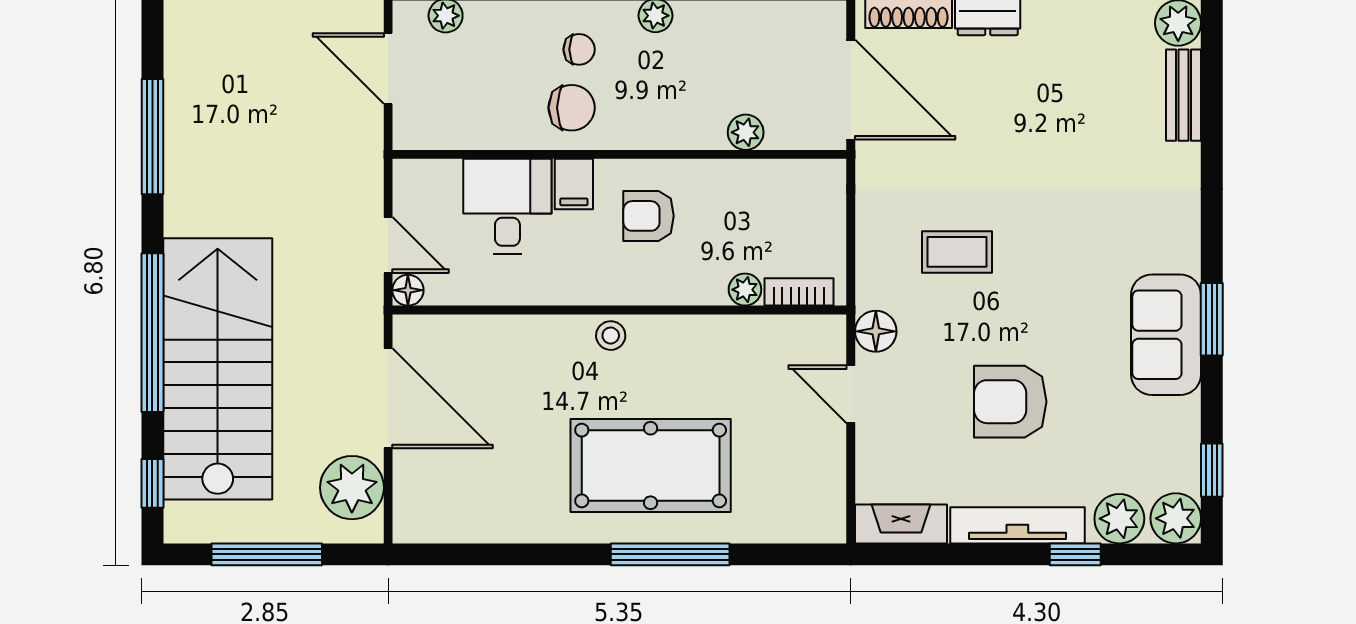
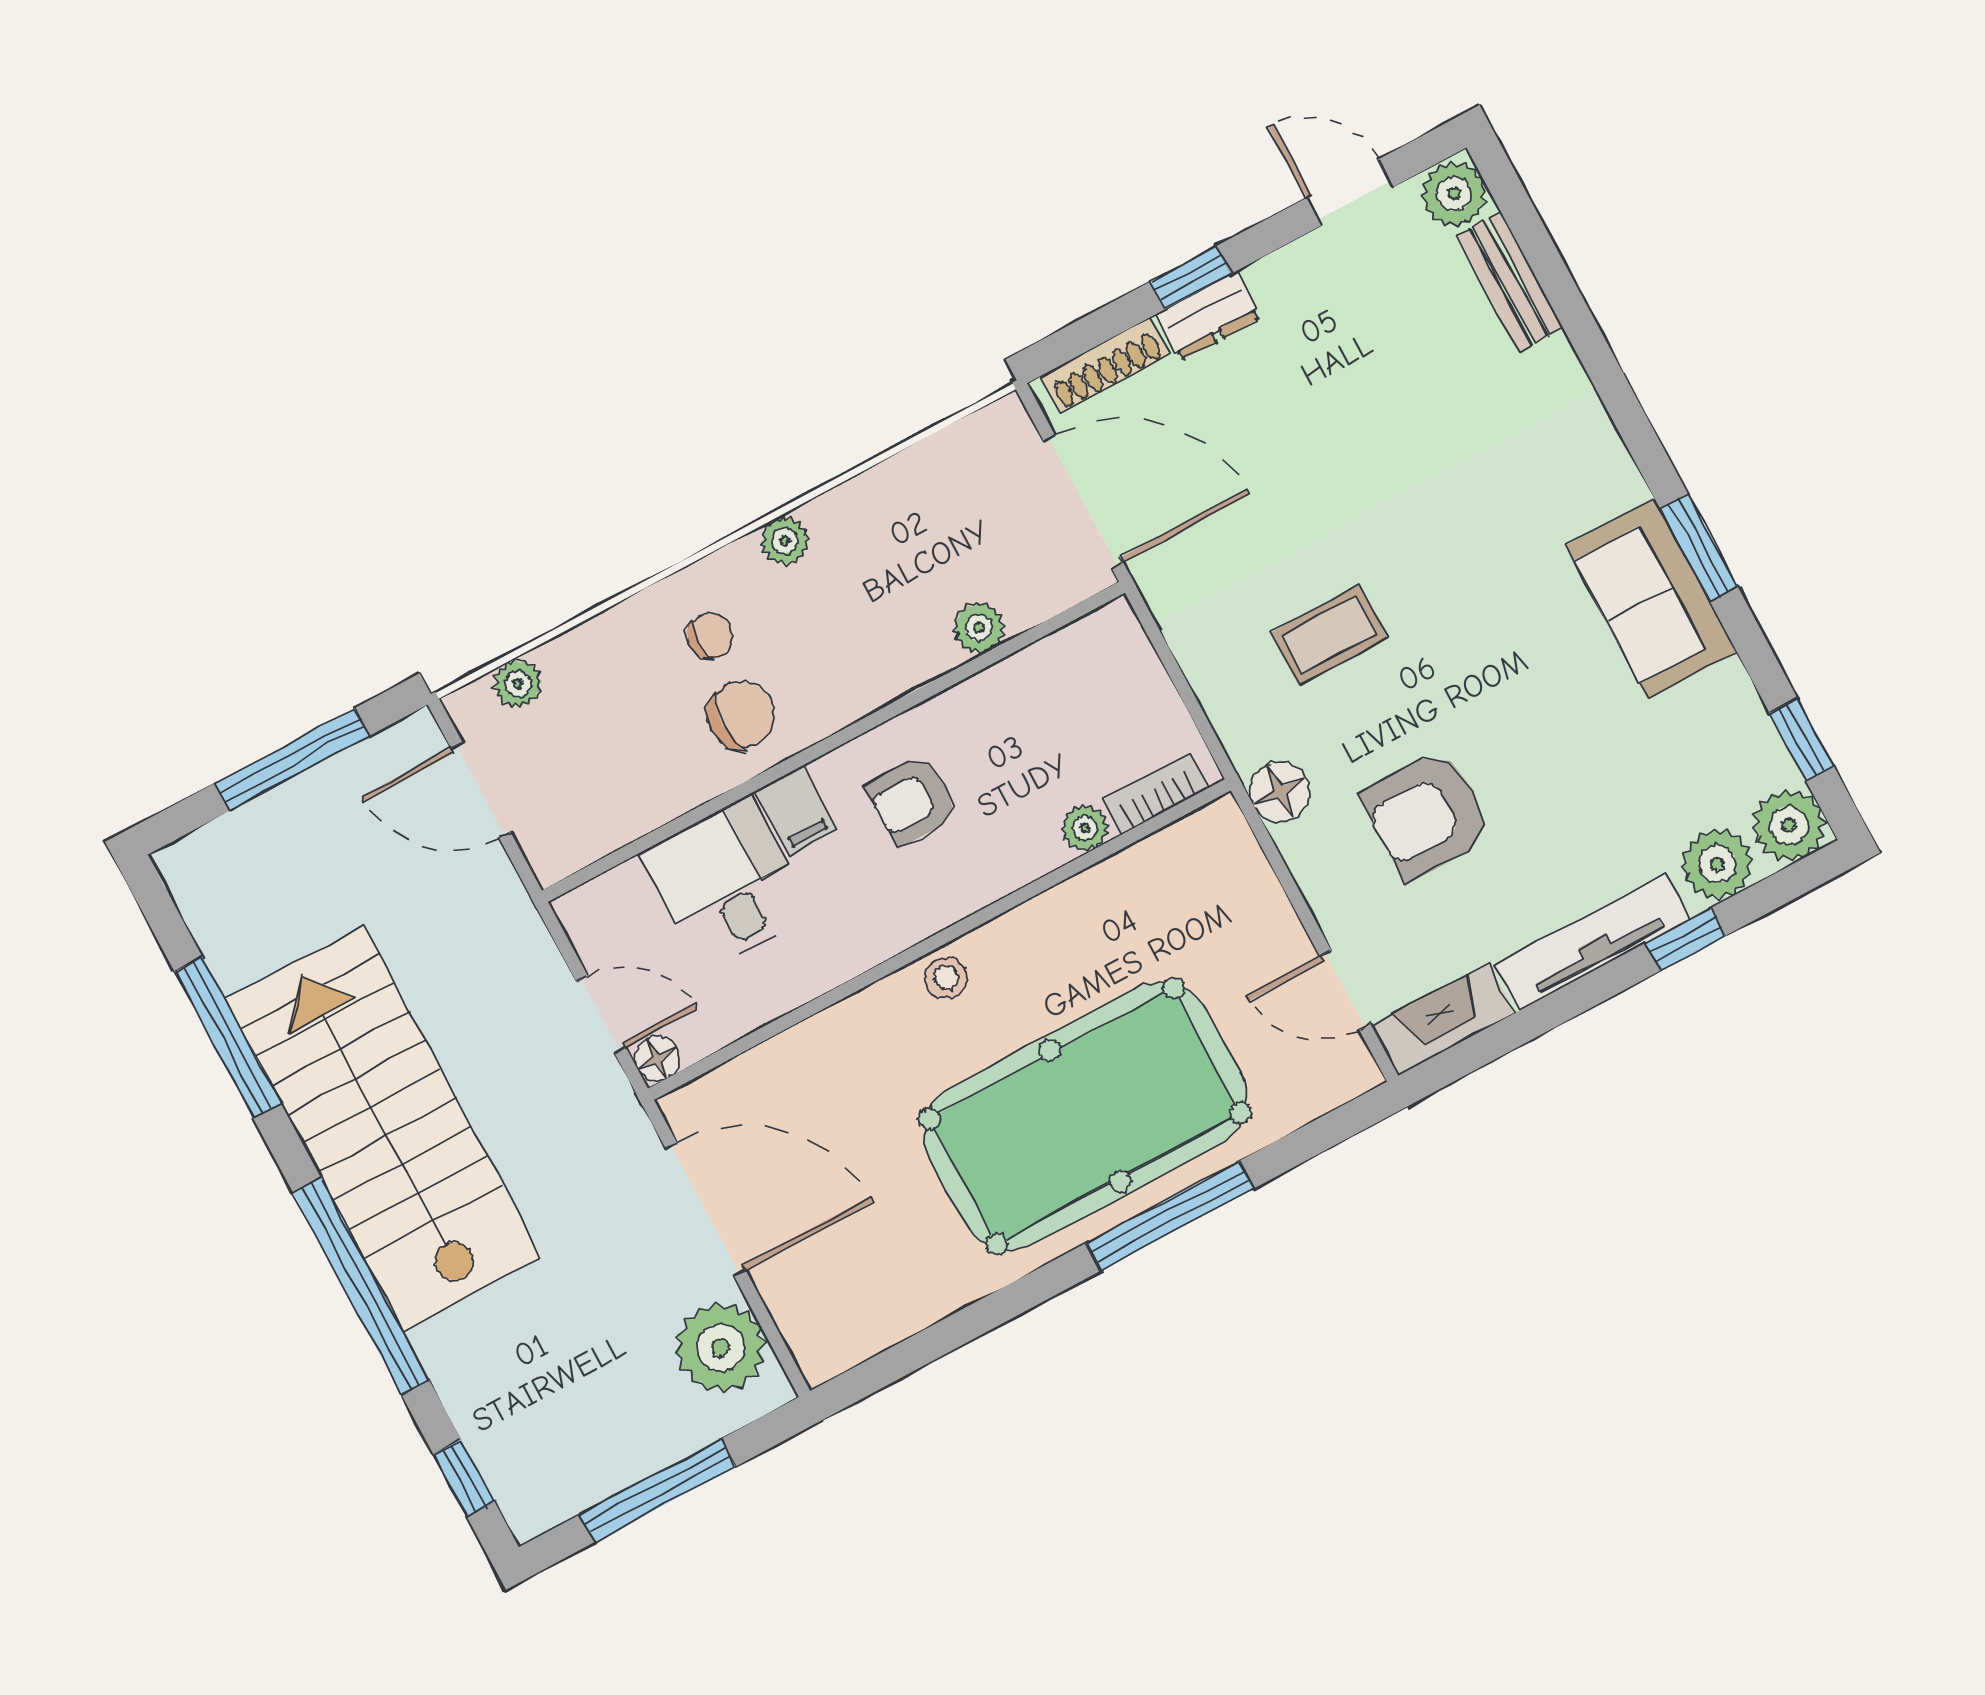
stairs: (218, 369) -> (383, 1128), moved
door: (851, 394) -> (1345, 990), moved
armchair: (1010, 402) -> (1427, 814), moved
pool table: (651, 465) -> (1085, 1116), width x1.36, depth x1.32

